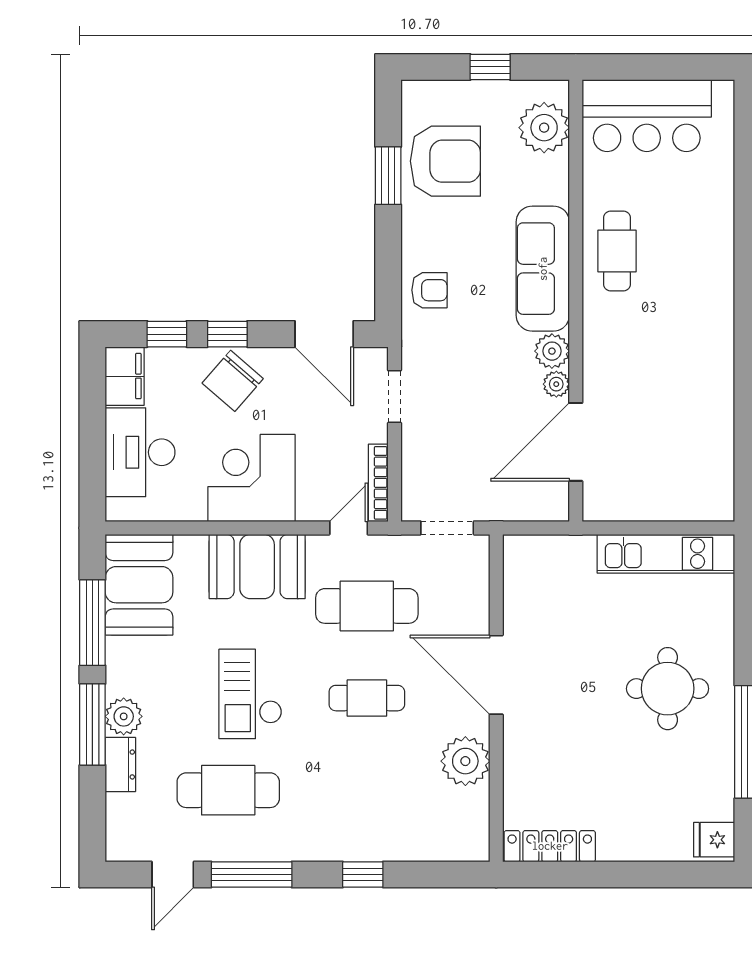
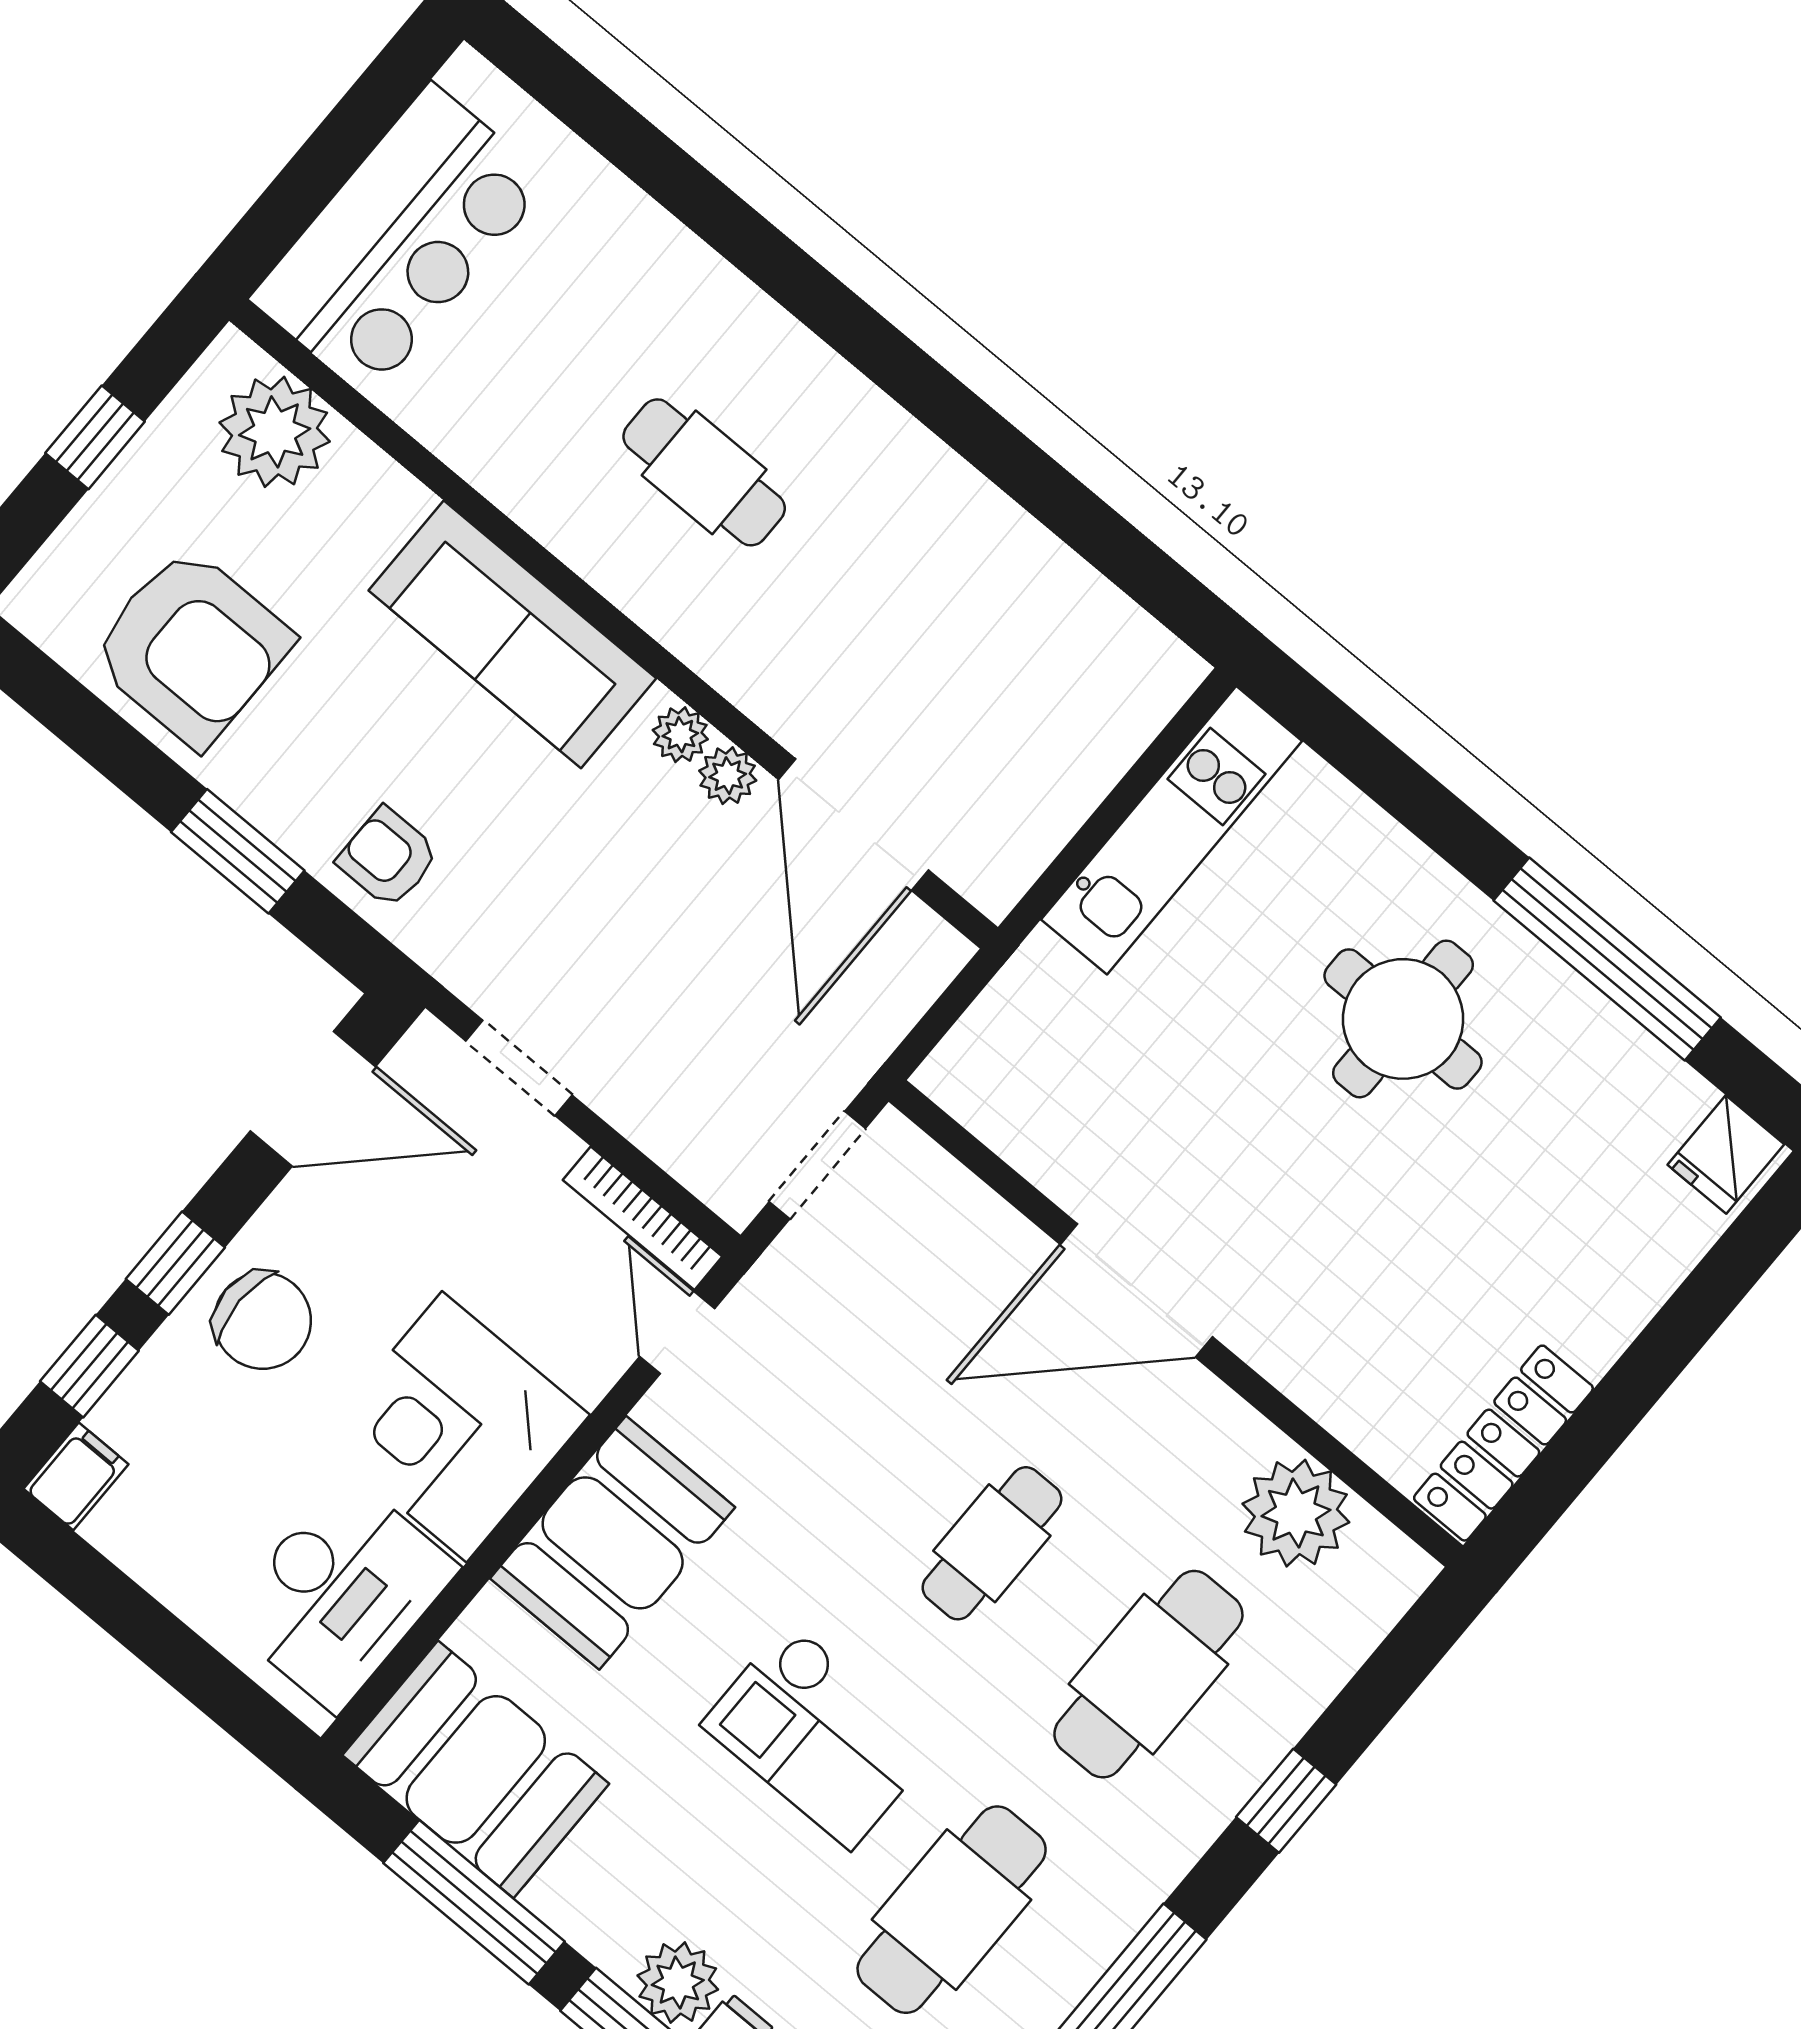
armchair: (445, 161) -> (191, 647), turned 90
window: (388, 176) -> (238, 851), moved
cafe table: (617, 251) -> (704, 472), moved
armchair: (429, 290) -> (388, 858), turned -90
plant: (552, 351) -> (680, 735), width x0.73, depth x0.73
filing cabinet: (125, 376) -> (76, 1476), width x0.50
chair: (233, 381) -> (263, 1321), turned -41
desk: (140, 452) -> (340, 1593), moved, turned -90
cafe table: (367, 606) -> (1148, 1674), moved
plant: (465, 761) -> (1296, 1513), moved

